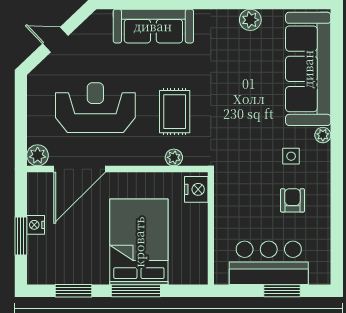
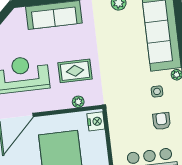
rug: (175, 112) -> (75, 71), turned 90

